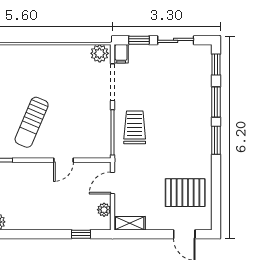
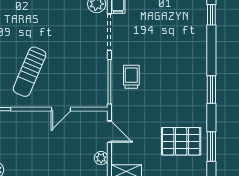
window: (216, 102) -> (211, 146), moved
trolley: (135, 127) -> (131, 77), width x0.73, depth x0.72
door: (112, 183) -> (109, 132), swing flipped

